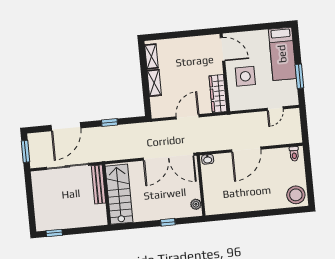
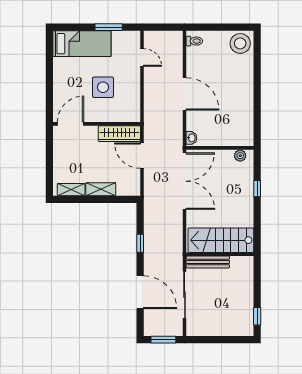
door: (223, 49) -> (71, 124), moved
wall: (225, 73) -> (97, 124), moved
wardrobe: (218, 94) -> (119, 134), moved

